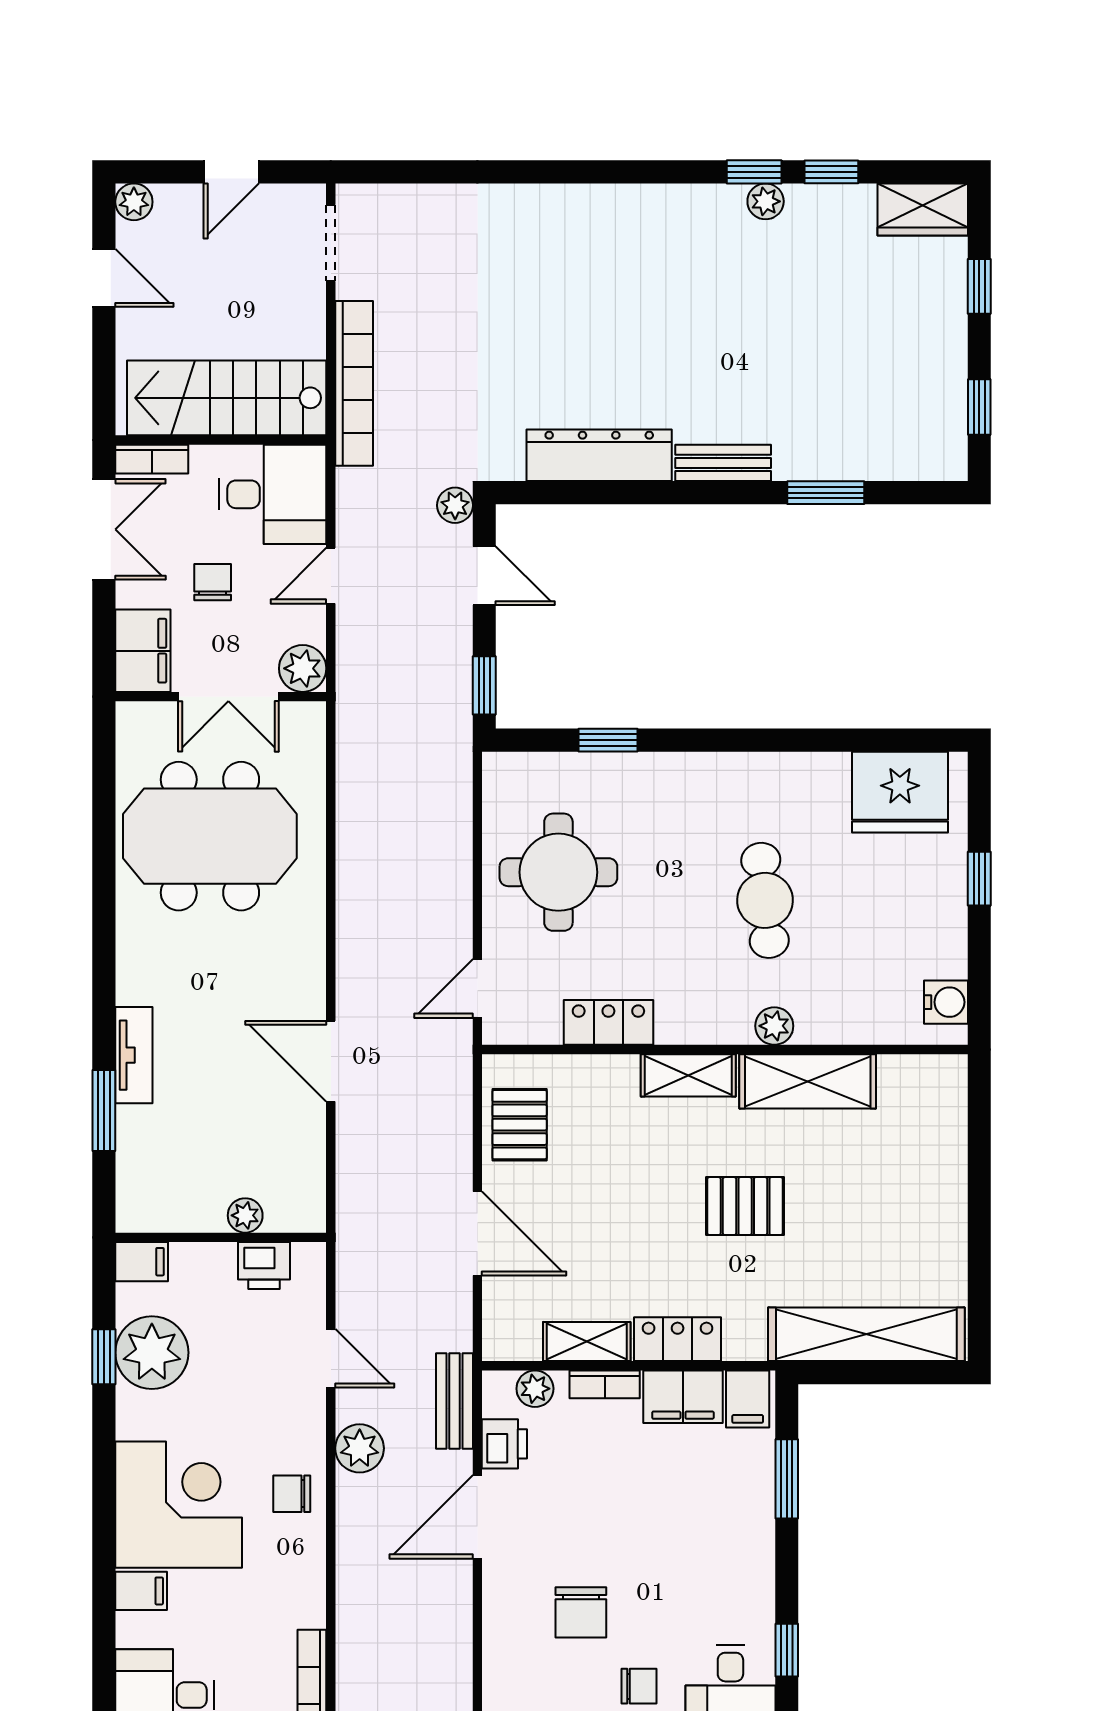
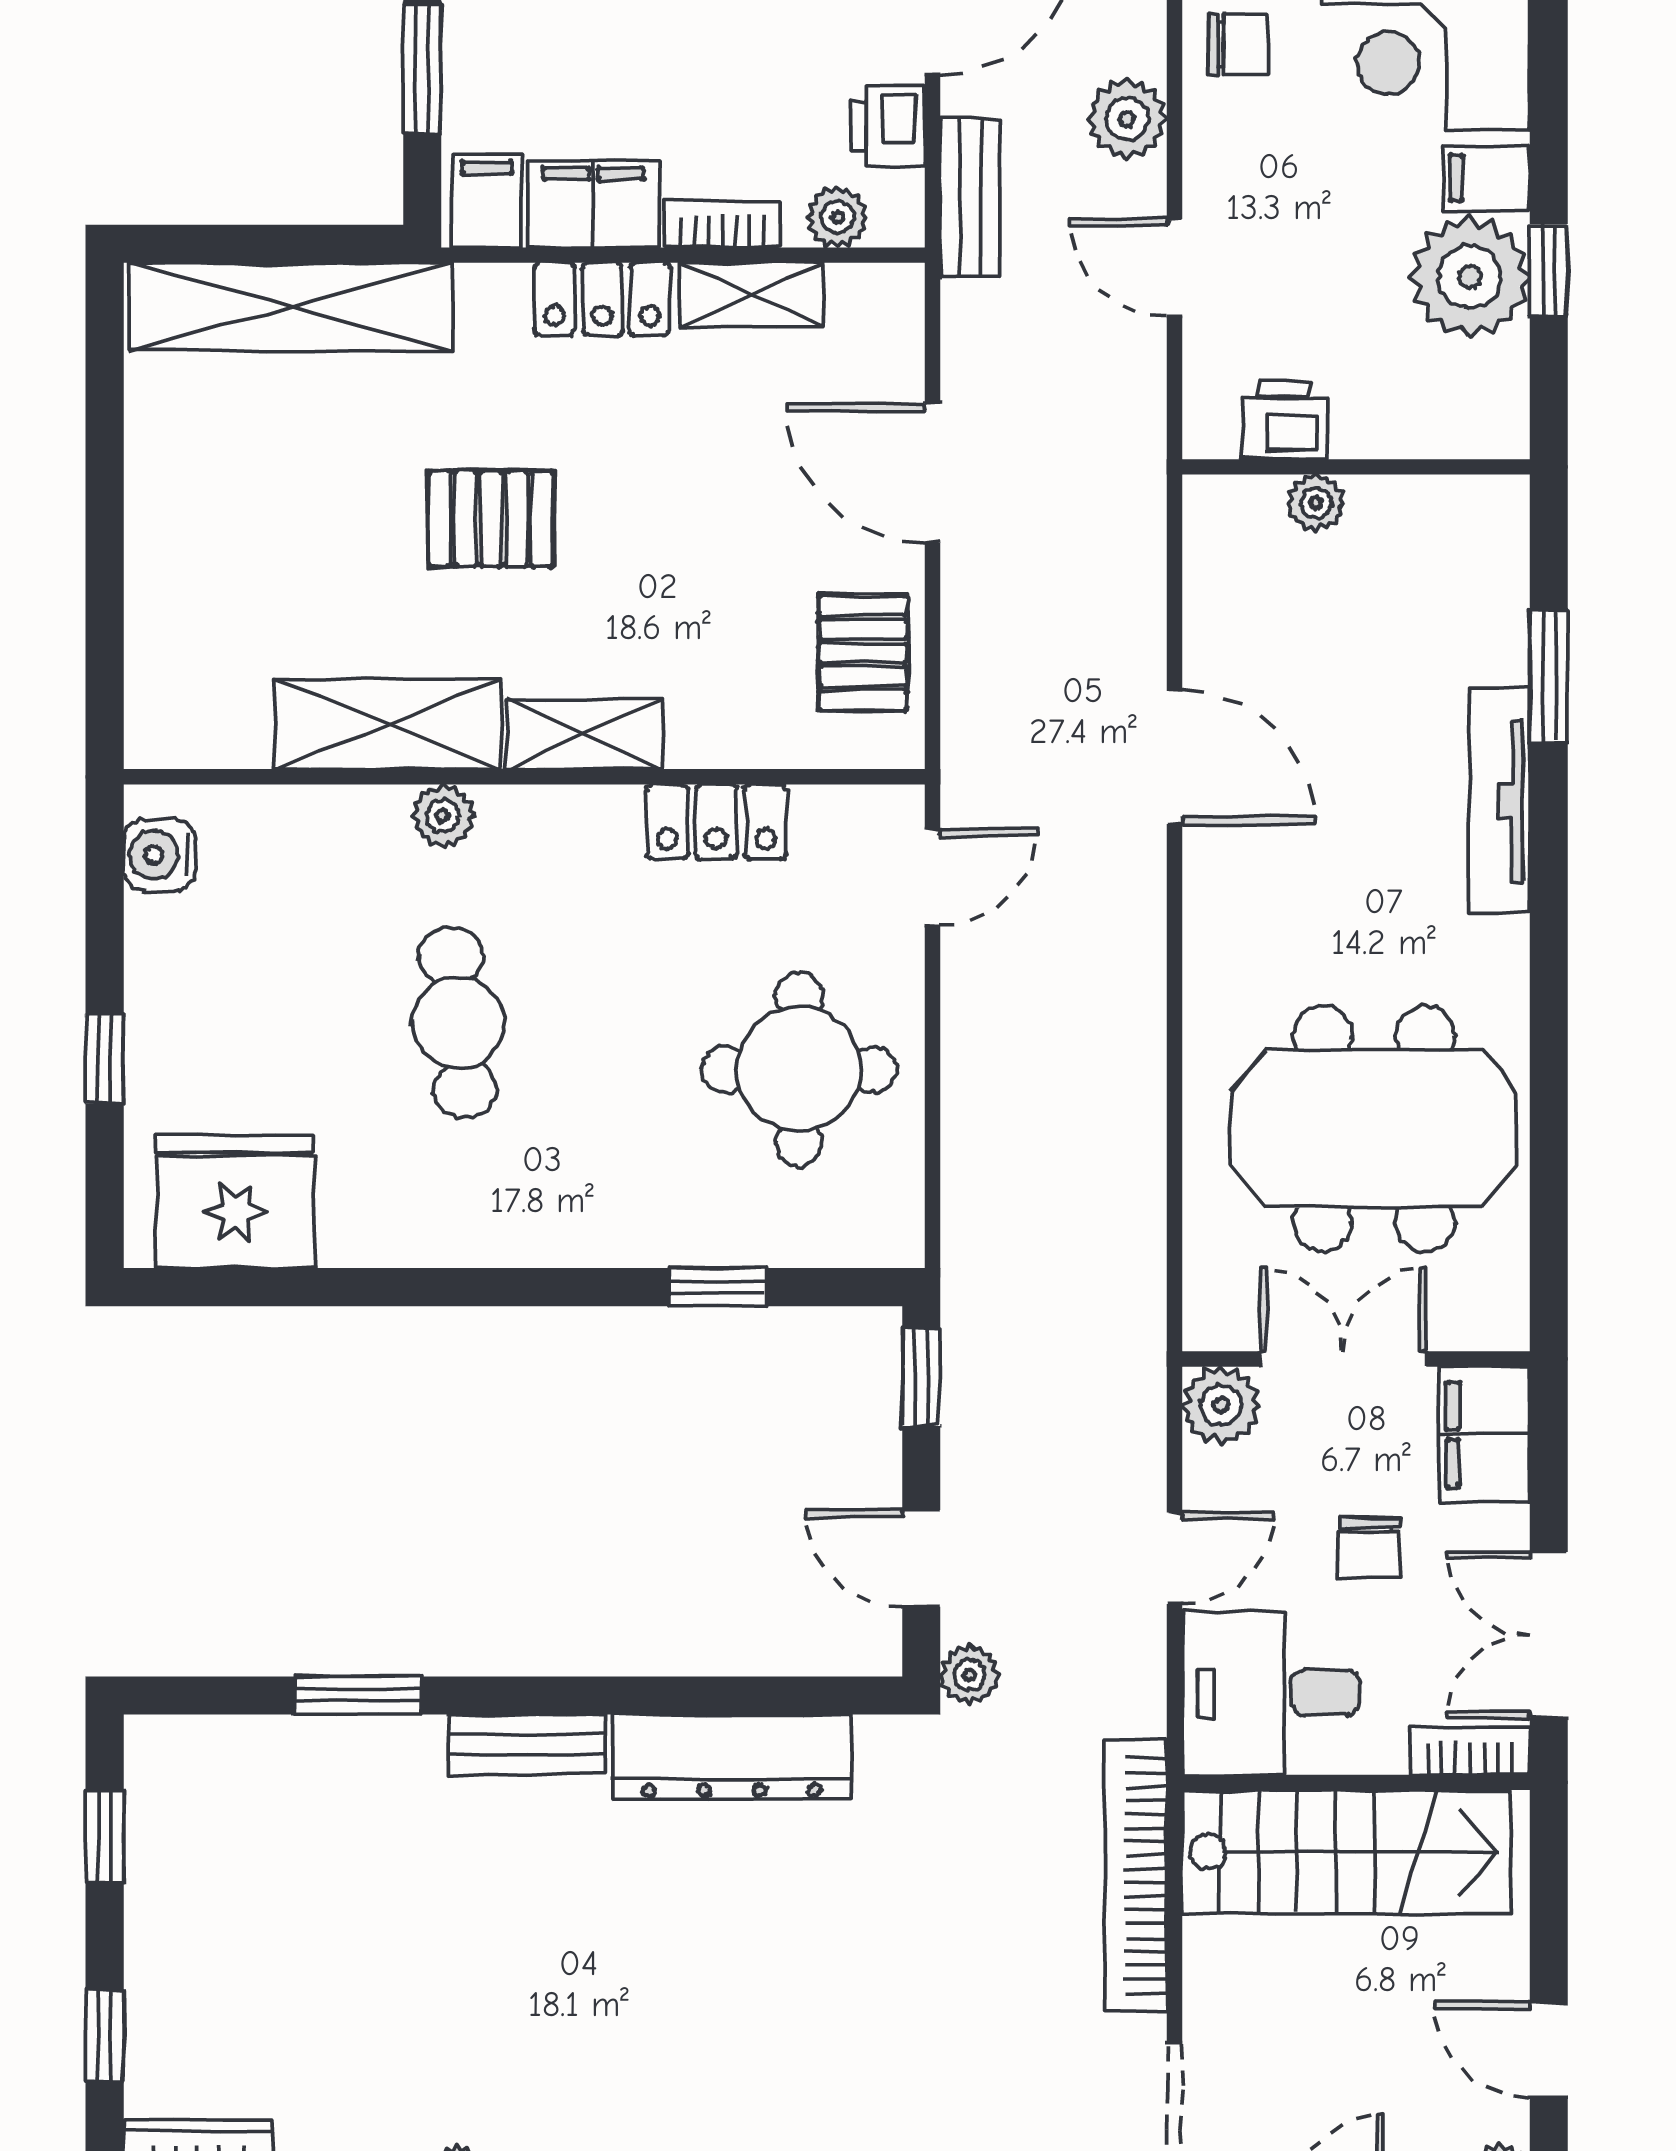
tv unit: (134, 1055) -> (1499, 800), width x1.41
filing cabinet: (142, 1262) -> (1487, 178), moved

